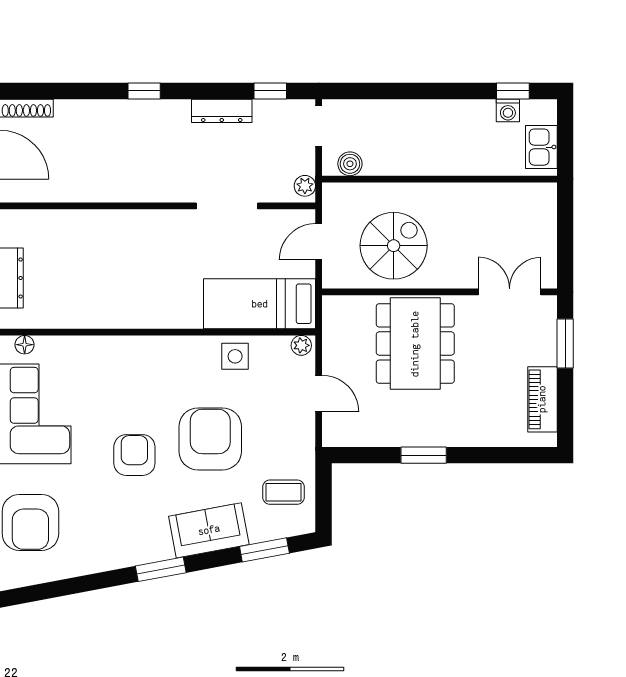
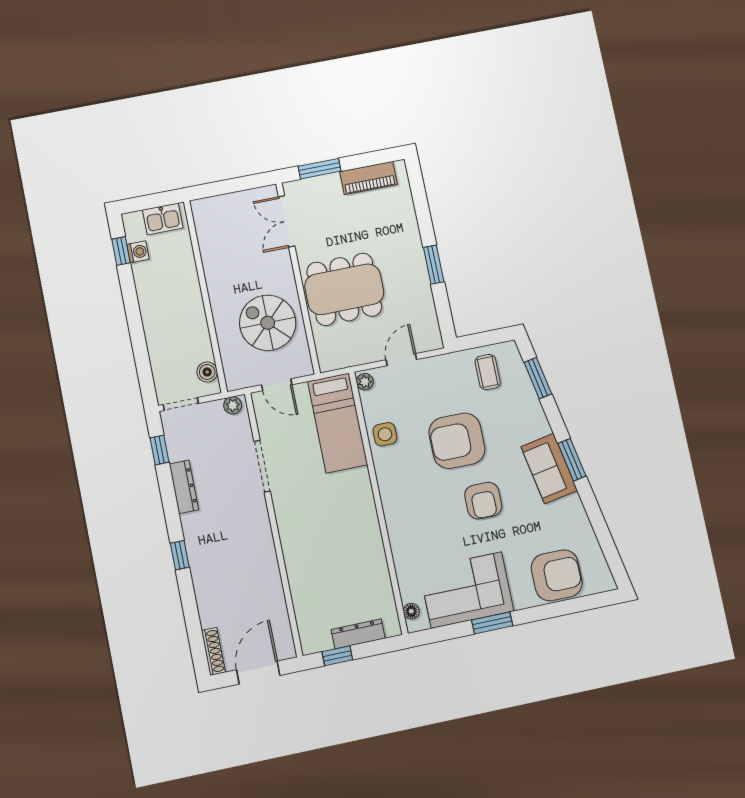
armchair: (134, 455) -> (483, 501), turned -90
sofa: (209, 530) -> (549, 469), moved

